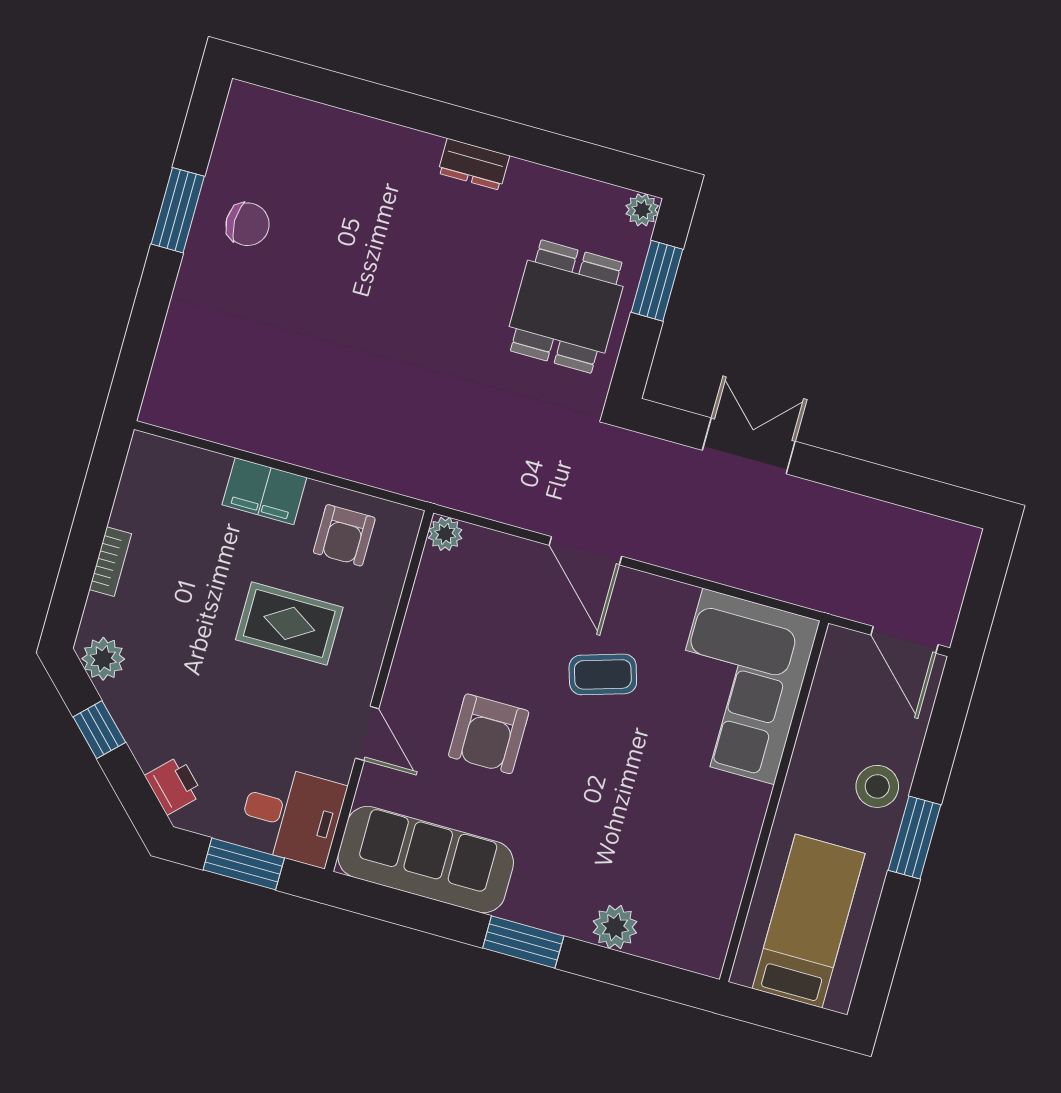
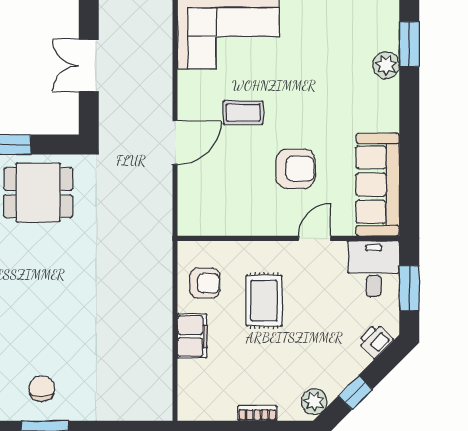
plant: (445, 534) -> (188, 226), removed
coffee table: (603, 674) -> (243, 113), turned -73
window: (523, 942) -> (409, 44), moved

